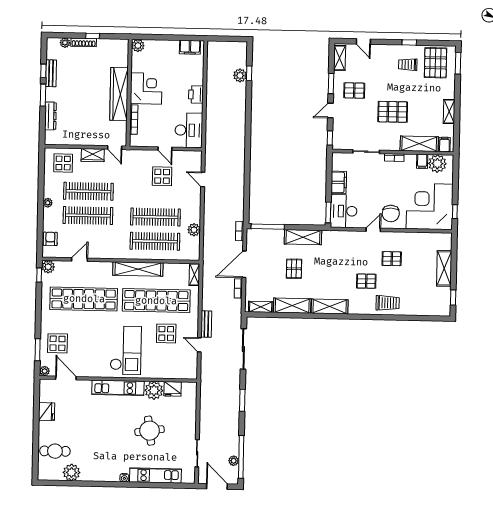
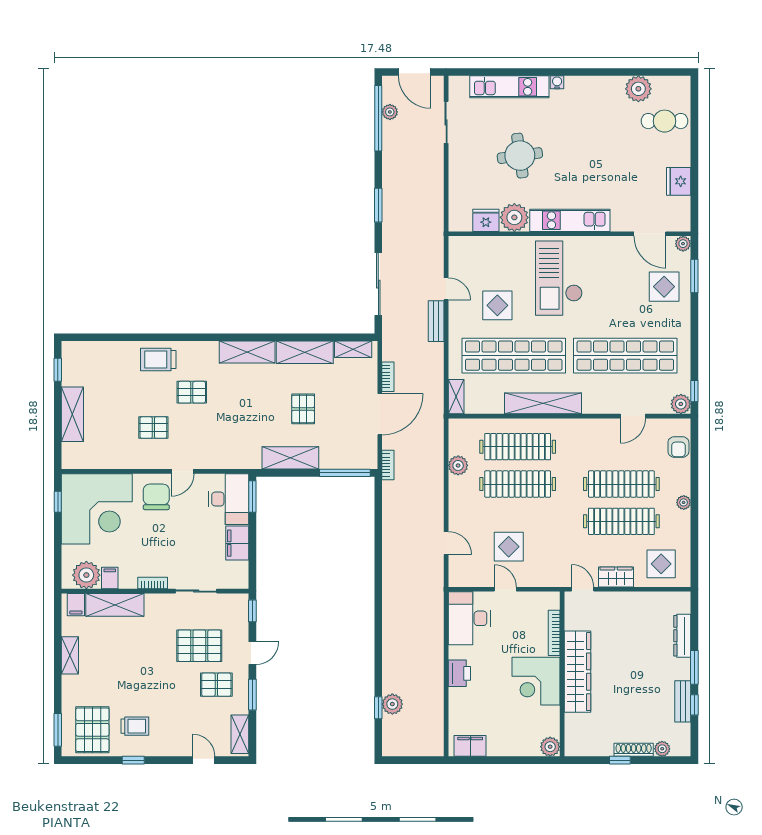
pallet: (393, 112) -> (199, 646), moved

